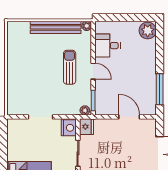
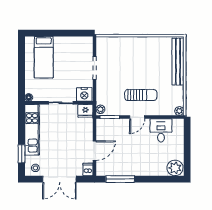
bench: (56, 27) -> (178, 62), moved
dishwasher: (149, 124) -> (88, 169), added

